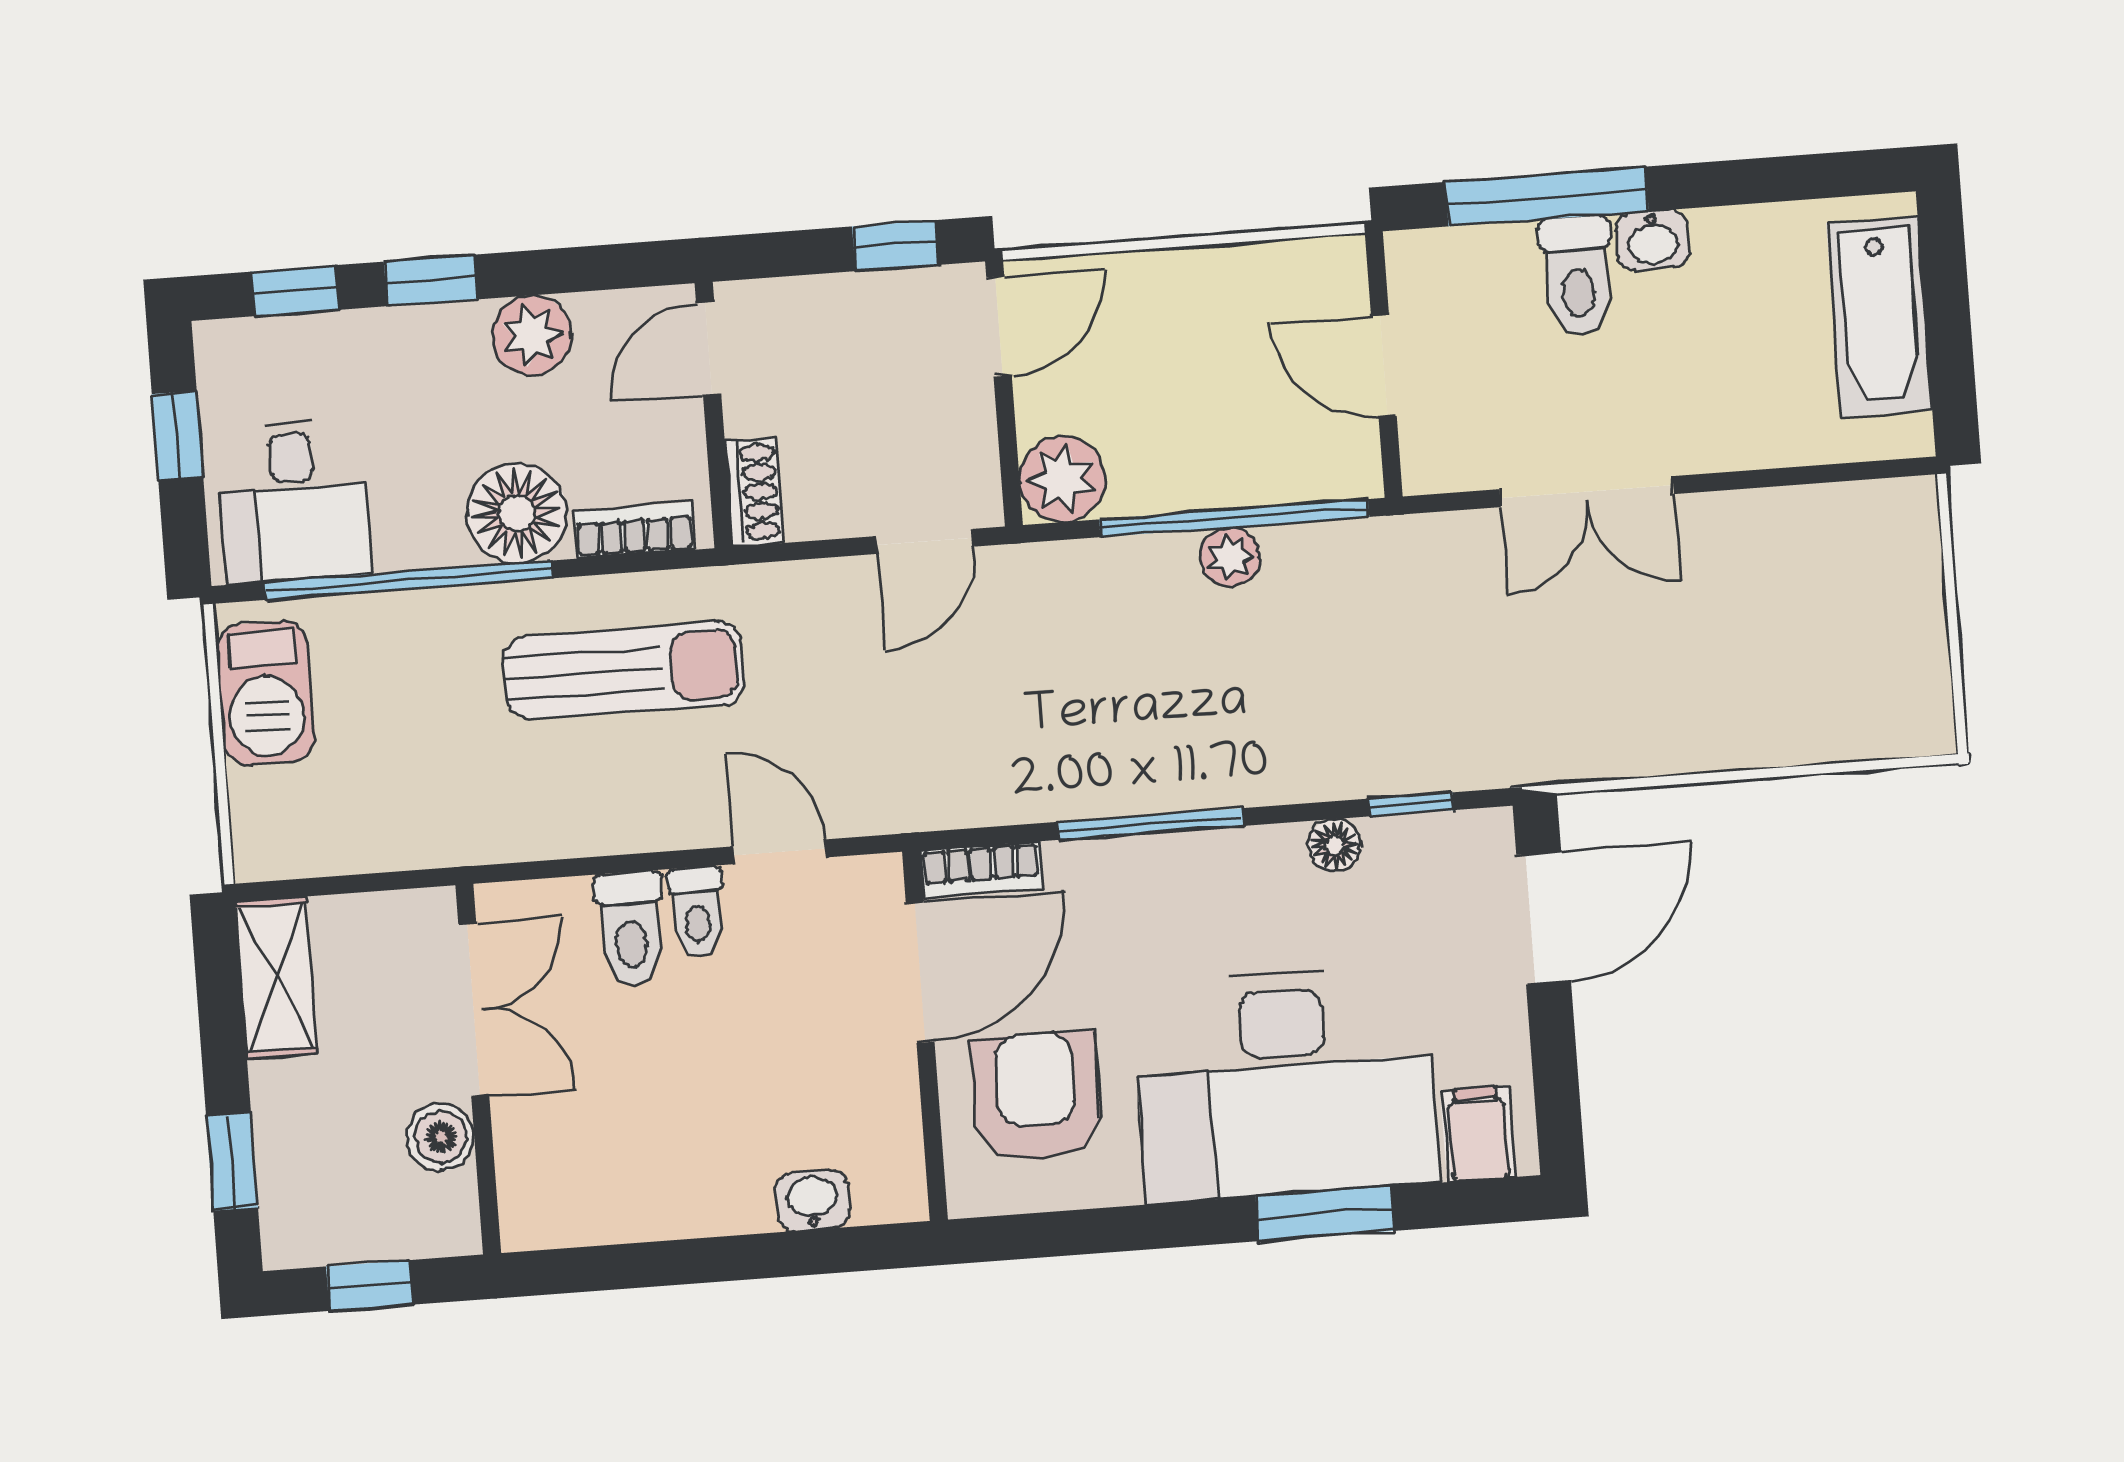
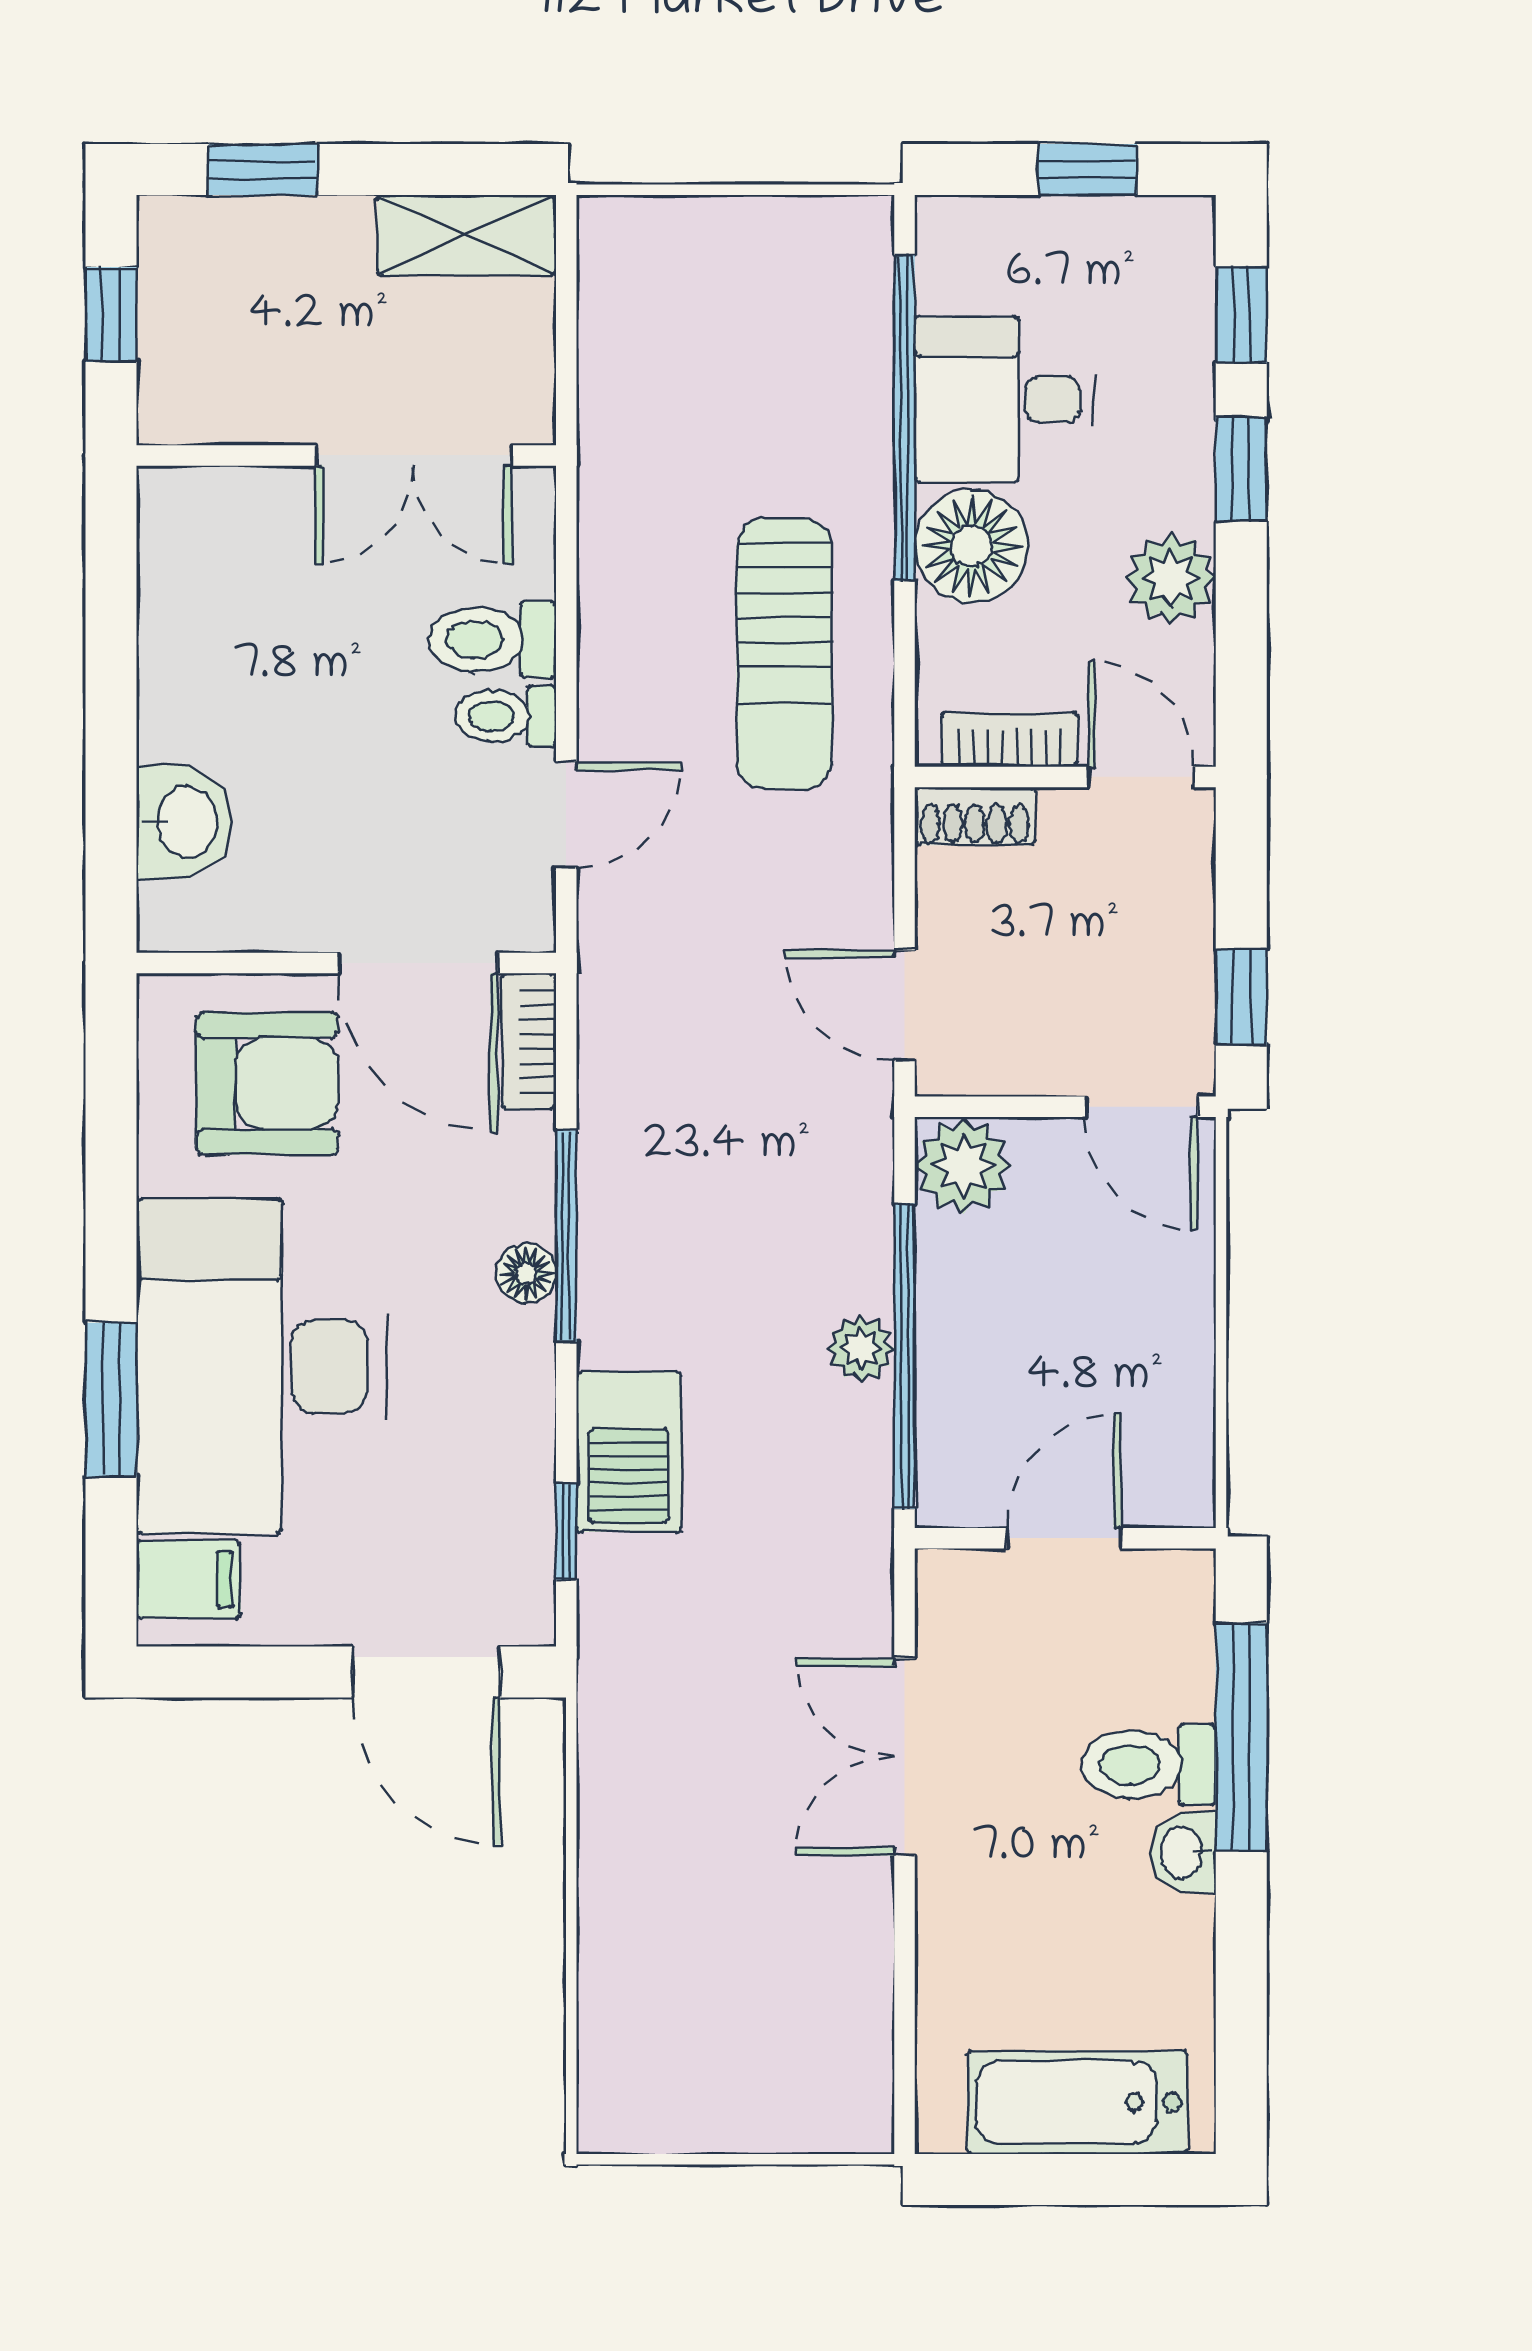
desk: (294, 501) -> (1004, 400), moved
bookcase: (634, 530) -> (1010, 740), moved, turned -90
barbecue: (266, 693) -> (629, 1452), moved, turned -90
floor lamp: (1335, 845) -> (526, 1273), moved
boiler: (441, 1137) -> (273, 407), removed
washbasin: (812, 1200) -> (184, 822), width x1.38, depth x1.45

